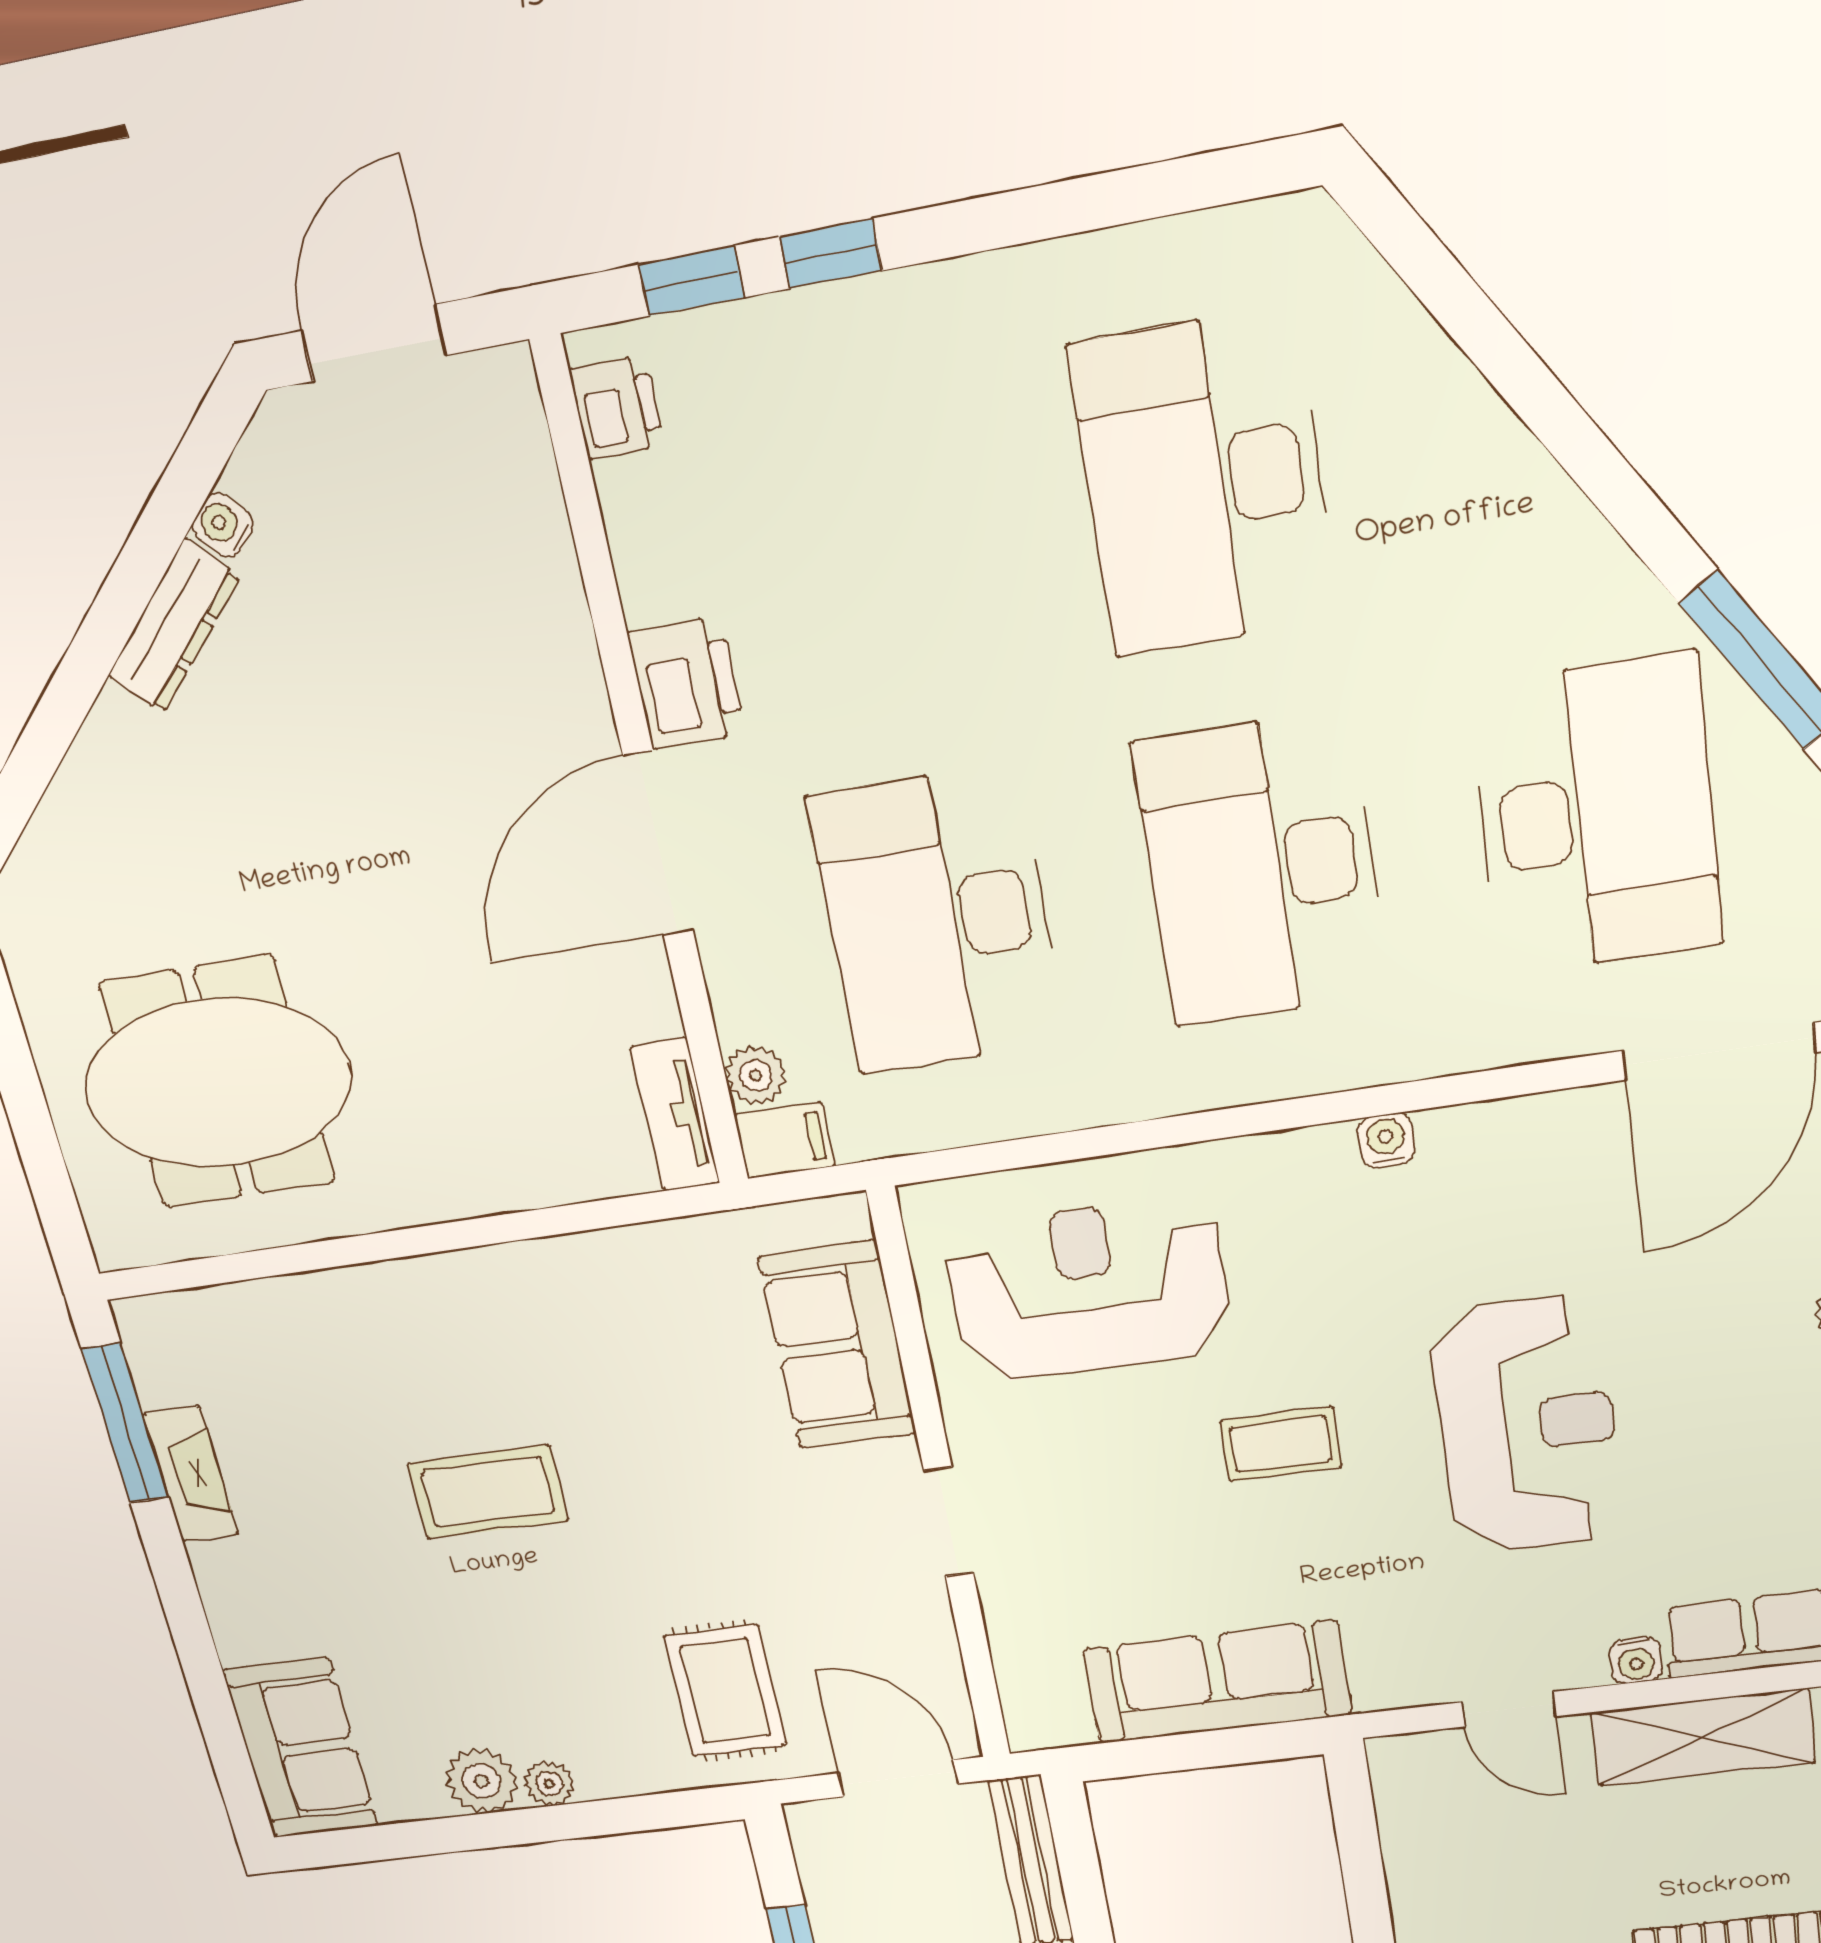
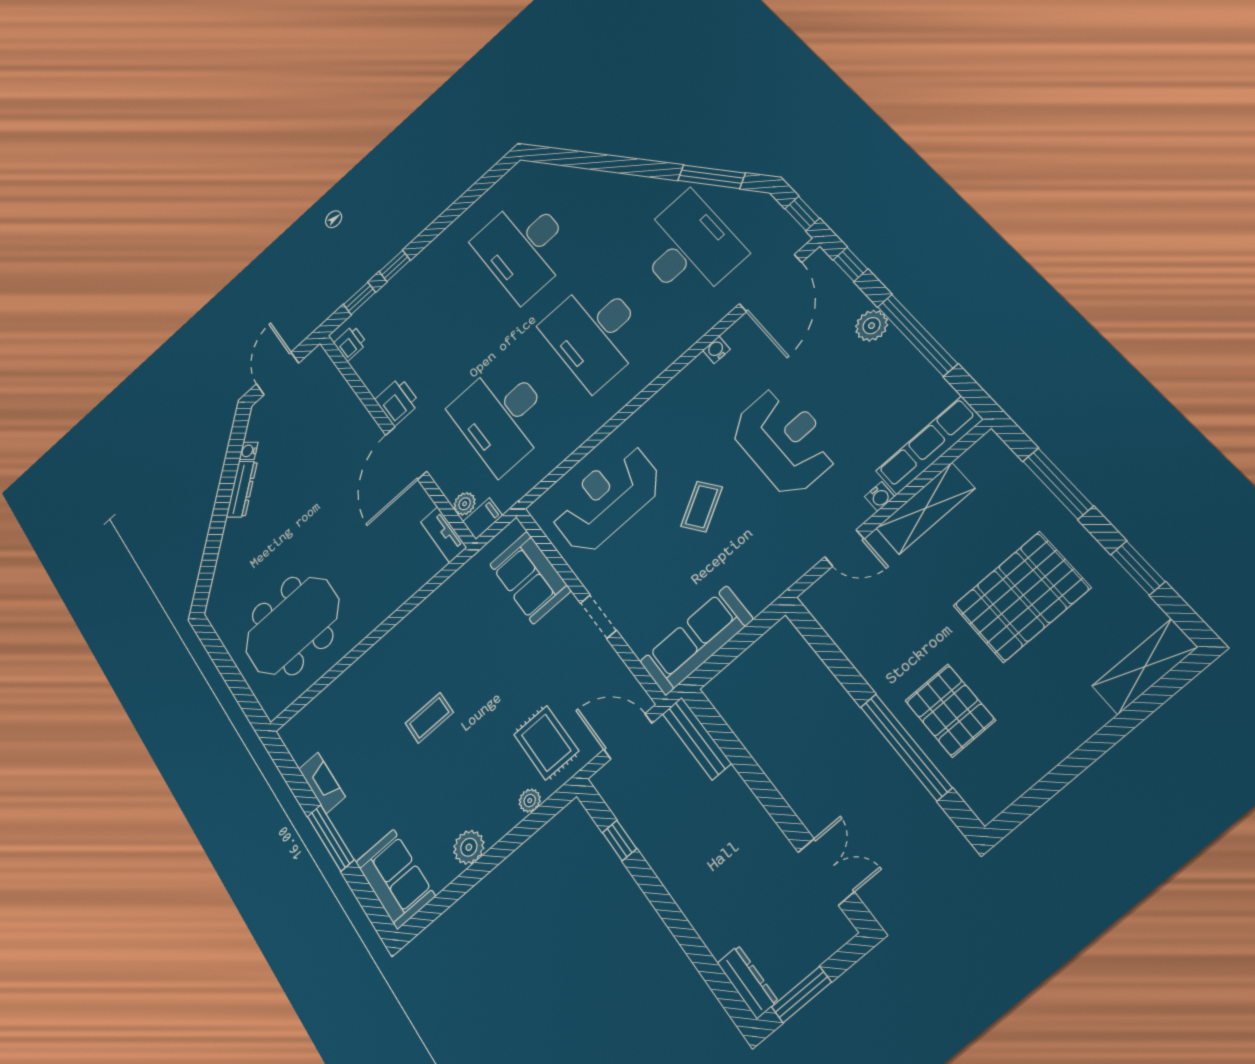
water cooler: (1386, 1140) -> (716, 350), moved
window: (125, 1424) -> (331, 838), moved
coffee table: (1281, 1444) -> (702, 507), turned -33
coffee table: (488, 1492) -> (429, 718), width x0.73, depth x0.77
sofa: (1217, 1682) -> (696, 641), moved
plant: (549, 1784) -> (530, 801), moved

